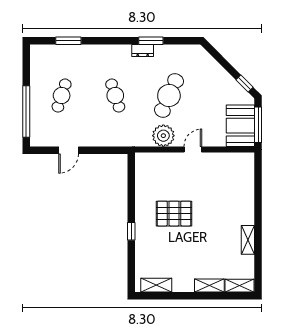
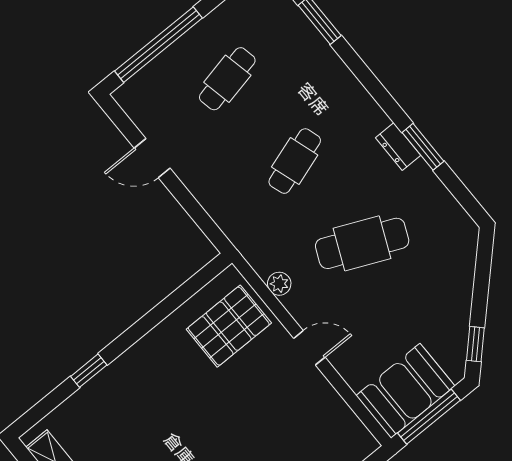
cafe table: (62, 96) -> (227, 79), turned -30
plant: (163, 136) -> (279, 284), width x0.53, depth x0.53
pallet: (174, 214) -> (229, 326), moved, turned 90
window: (131, 231) -> (89, 371), moved

